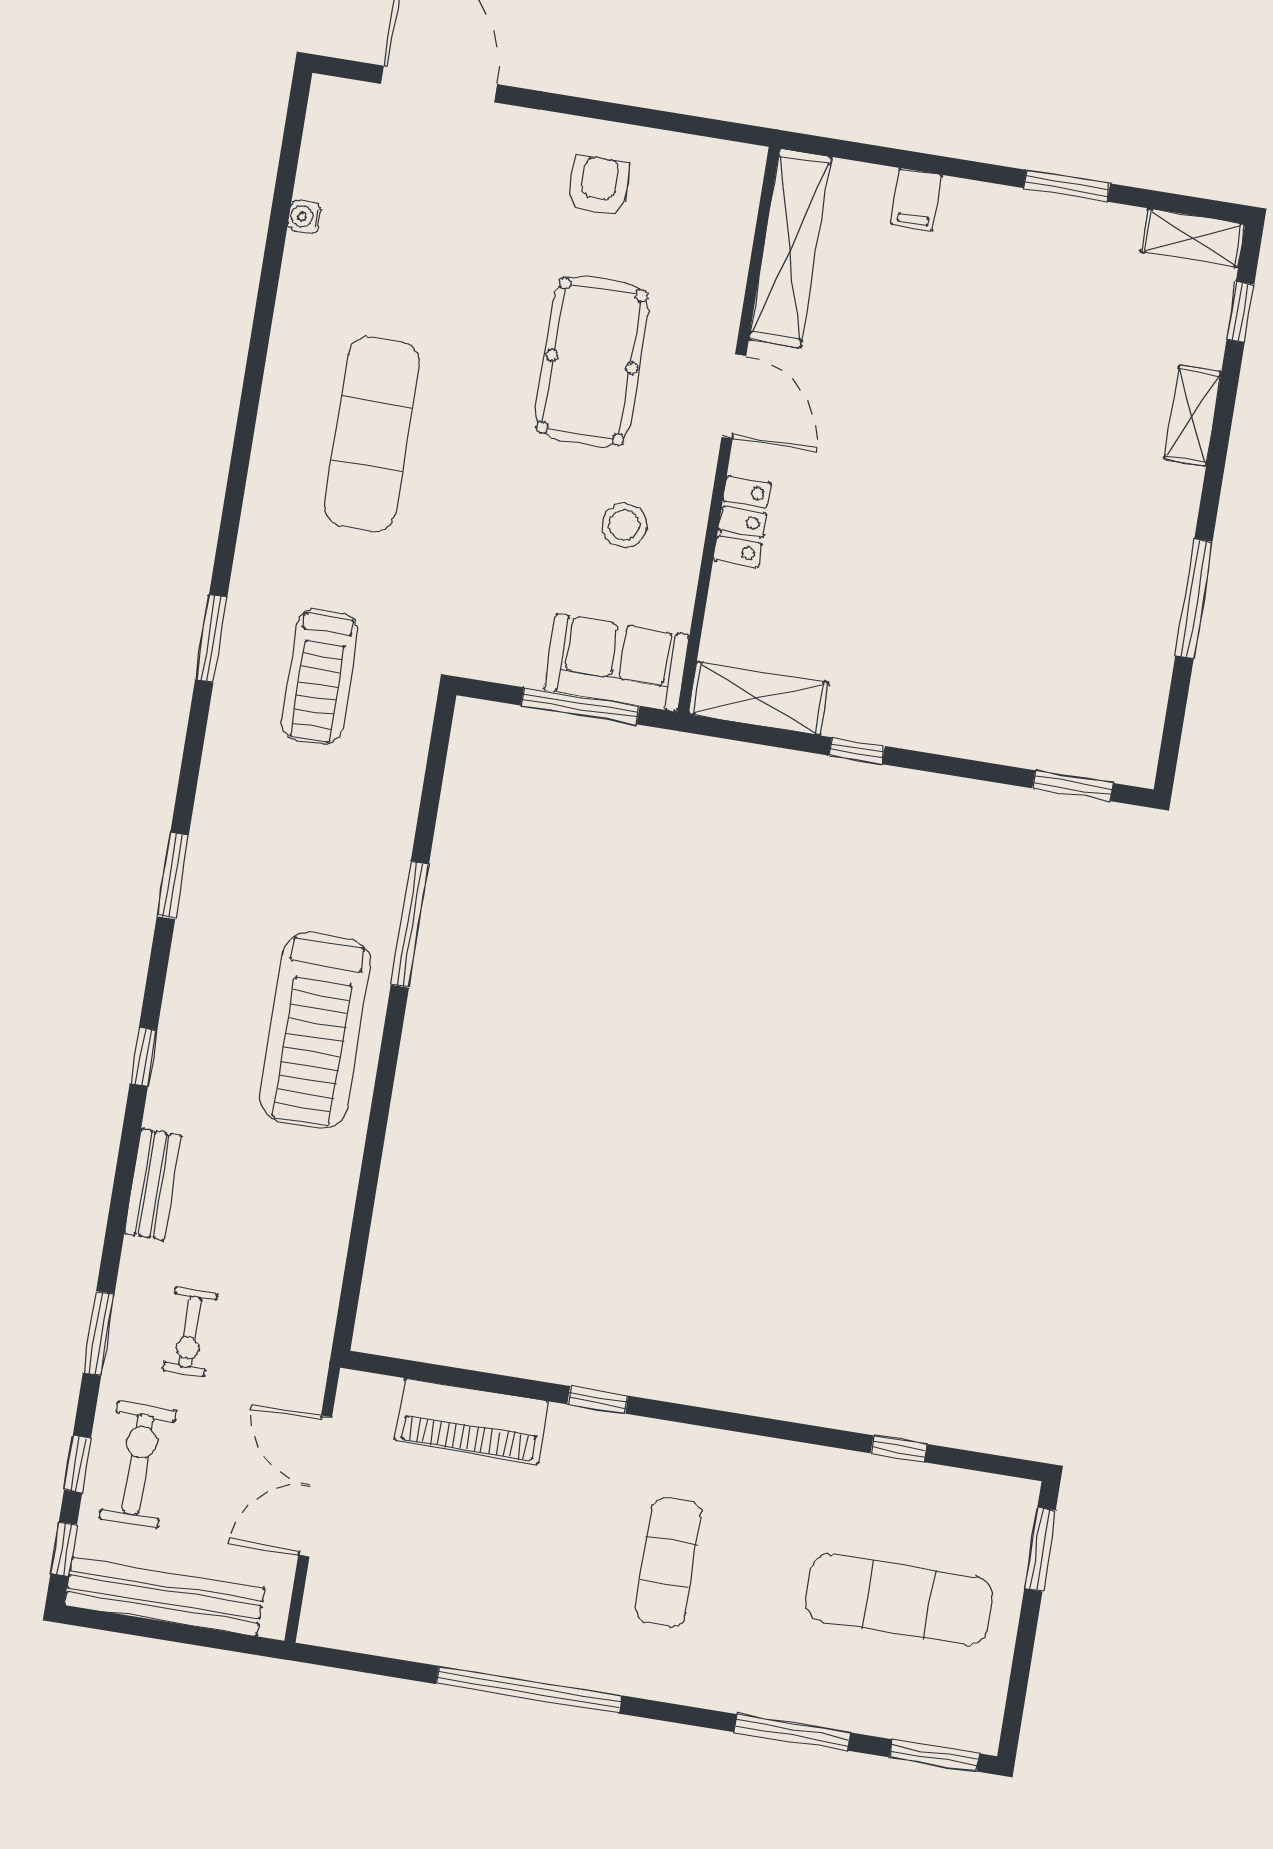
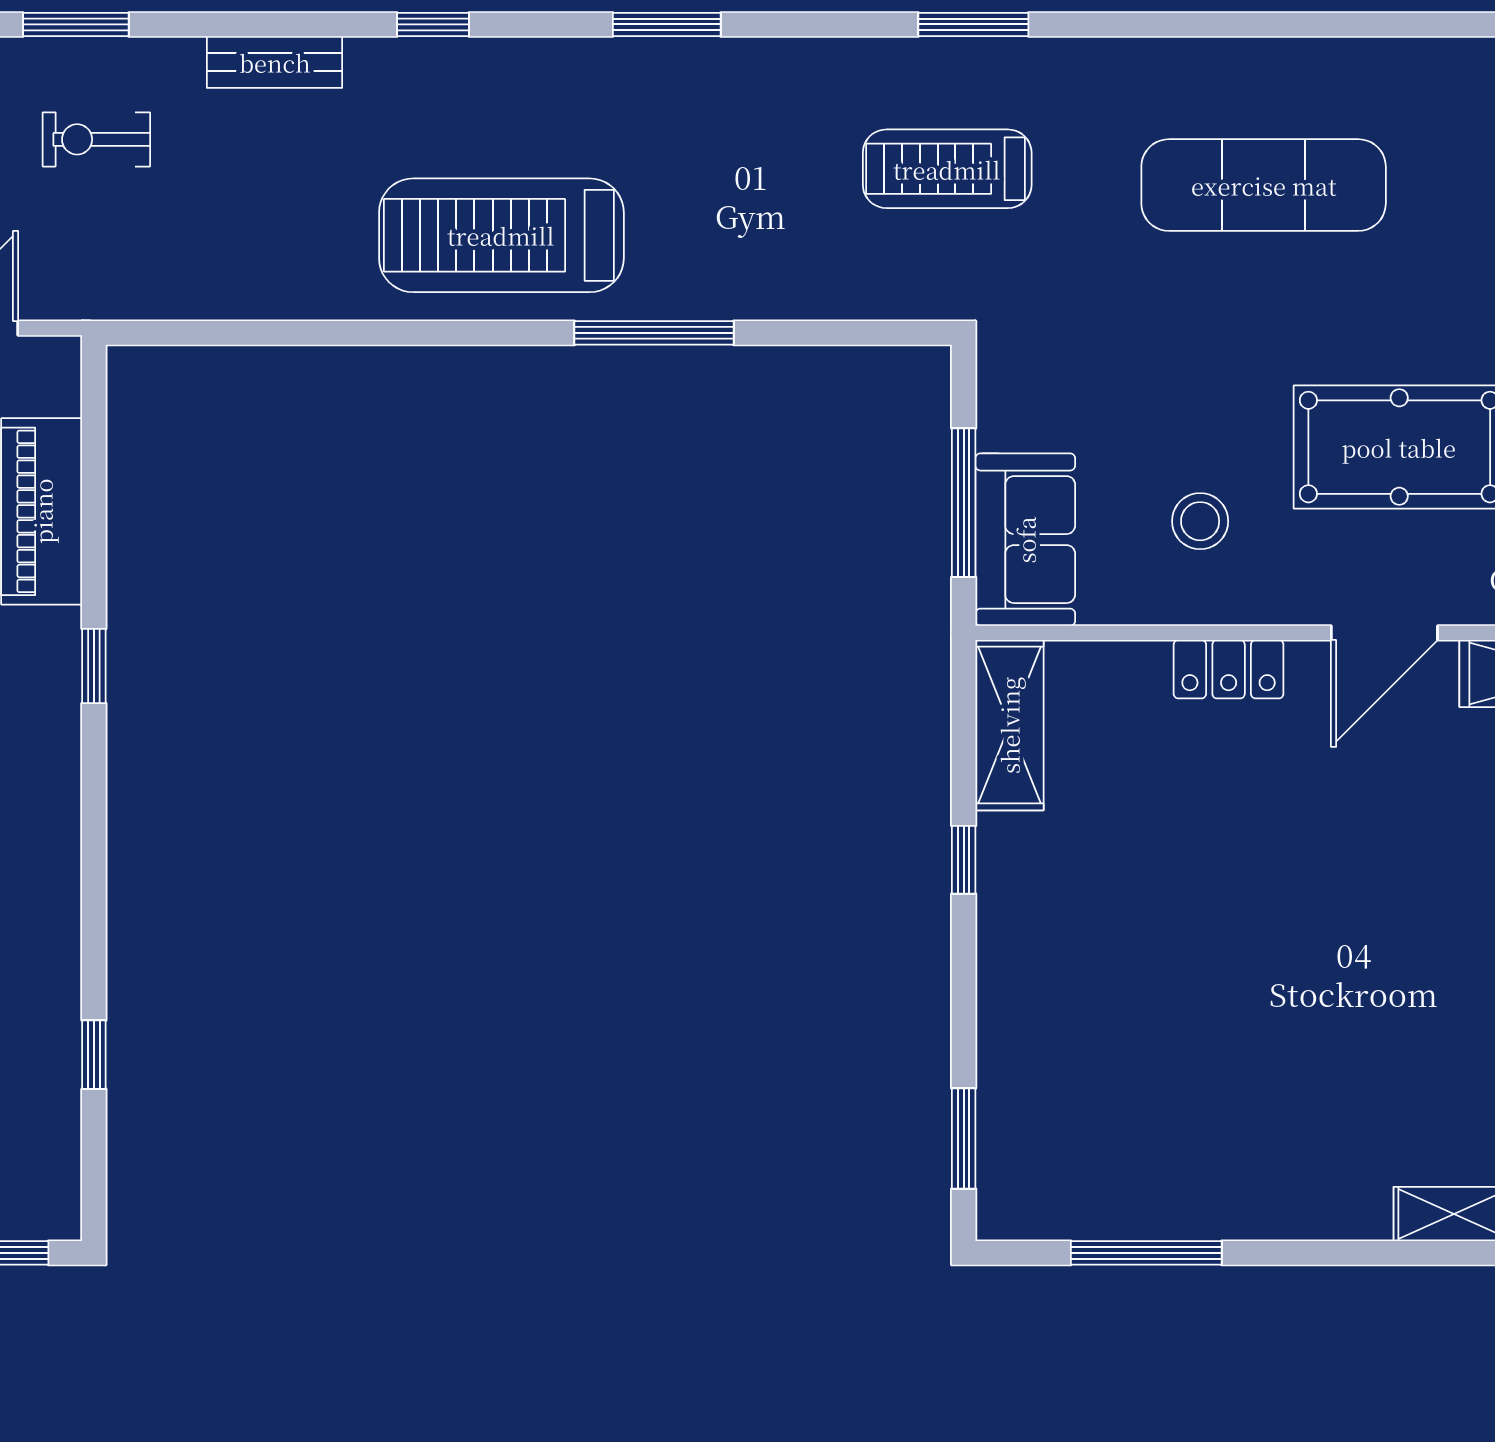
window: (1194, 599) -> (1146, 1253), moved

